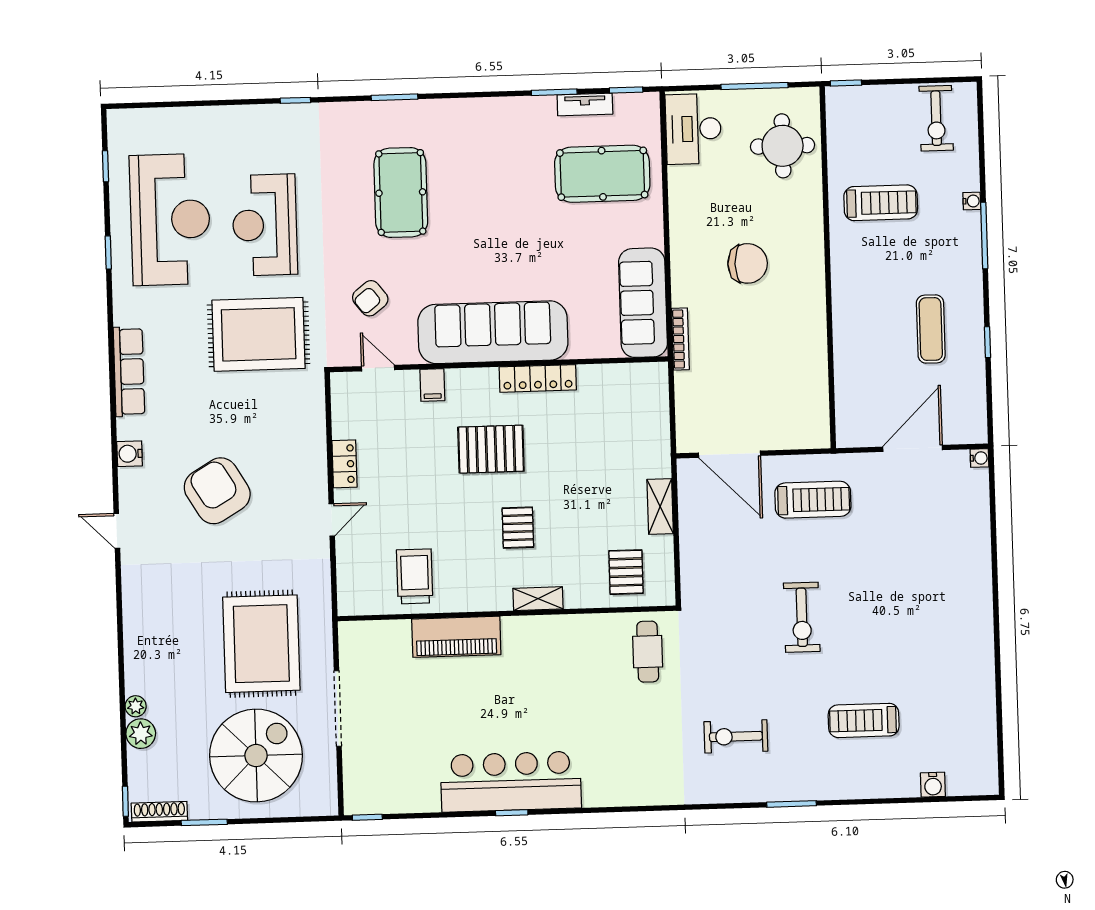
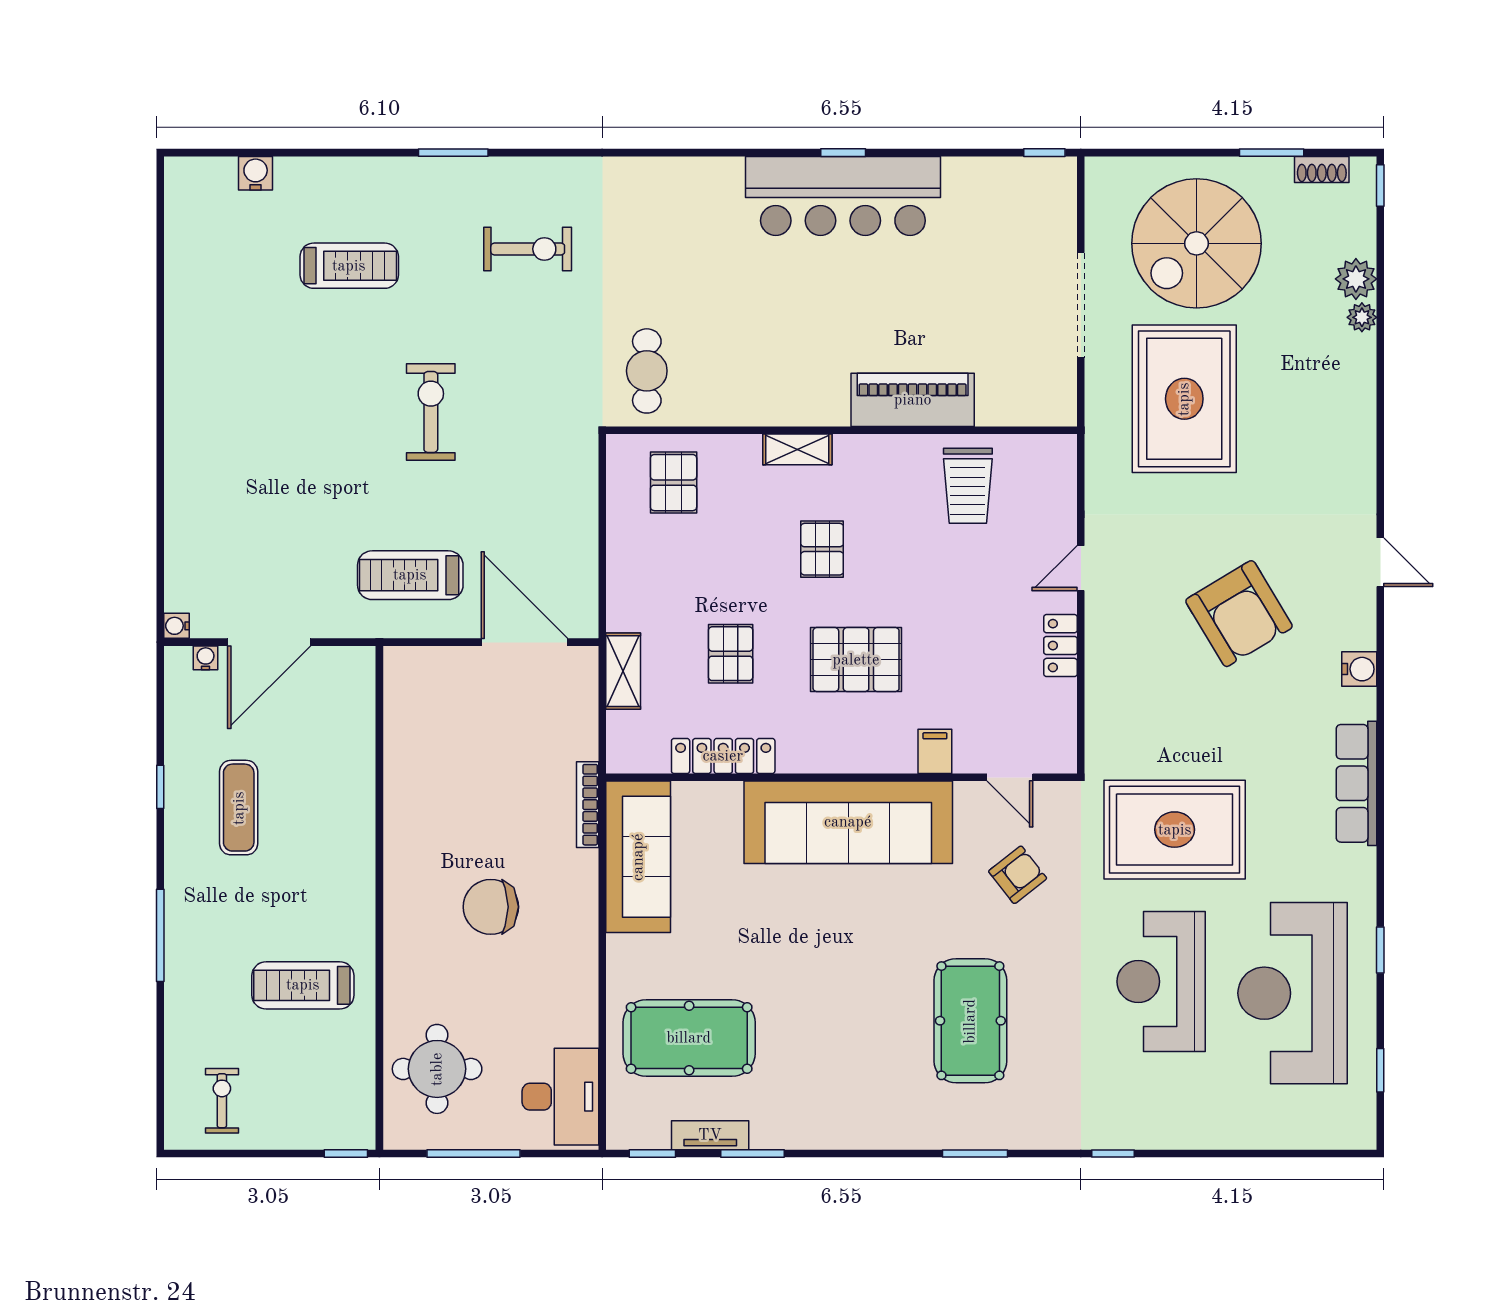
exercise bike: (936, 118) -> (222, 1101), width x0.73, depth x0.72
water cooler: (972, 201) -> (206, 658), moved, turned 90
reception desk: (265, 225) -> (1161, 982), turned 180
locker: (538, 378) -> (723, 756), moved
pallet: (581, 451) -> (731, 654), added
shelving: (660, 507) -> (623, 671), moved
shoe rack: (159, 812) -> (1322, 169), width x0.70

